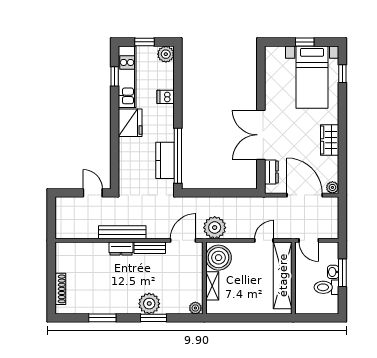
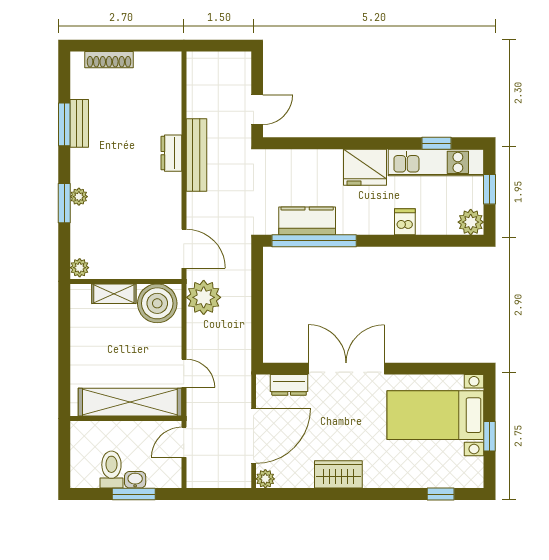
bed with nightstands: (312, 77) -> (435, 415), moved
bench: (150, 248) -> (79, 123), moved
plant: (149, 304) -> (79, 197), width x0.53, depth x0.53

